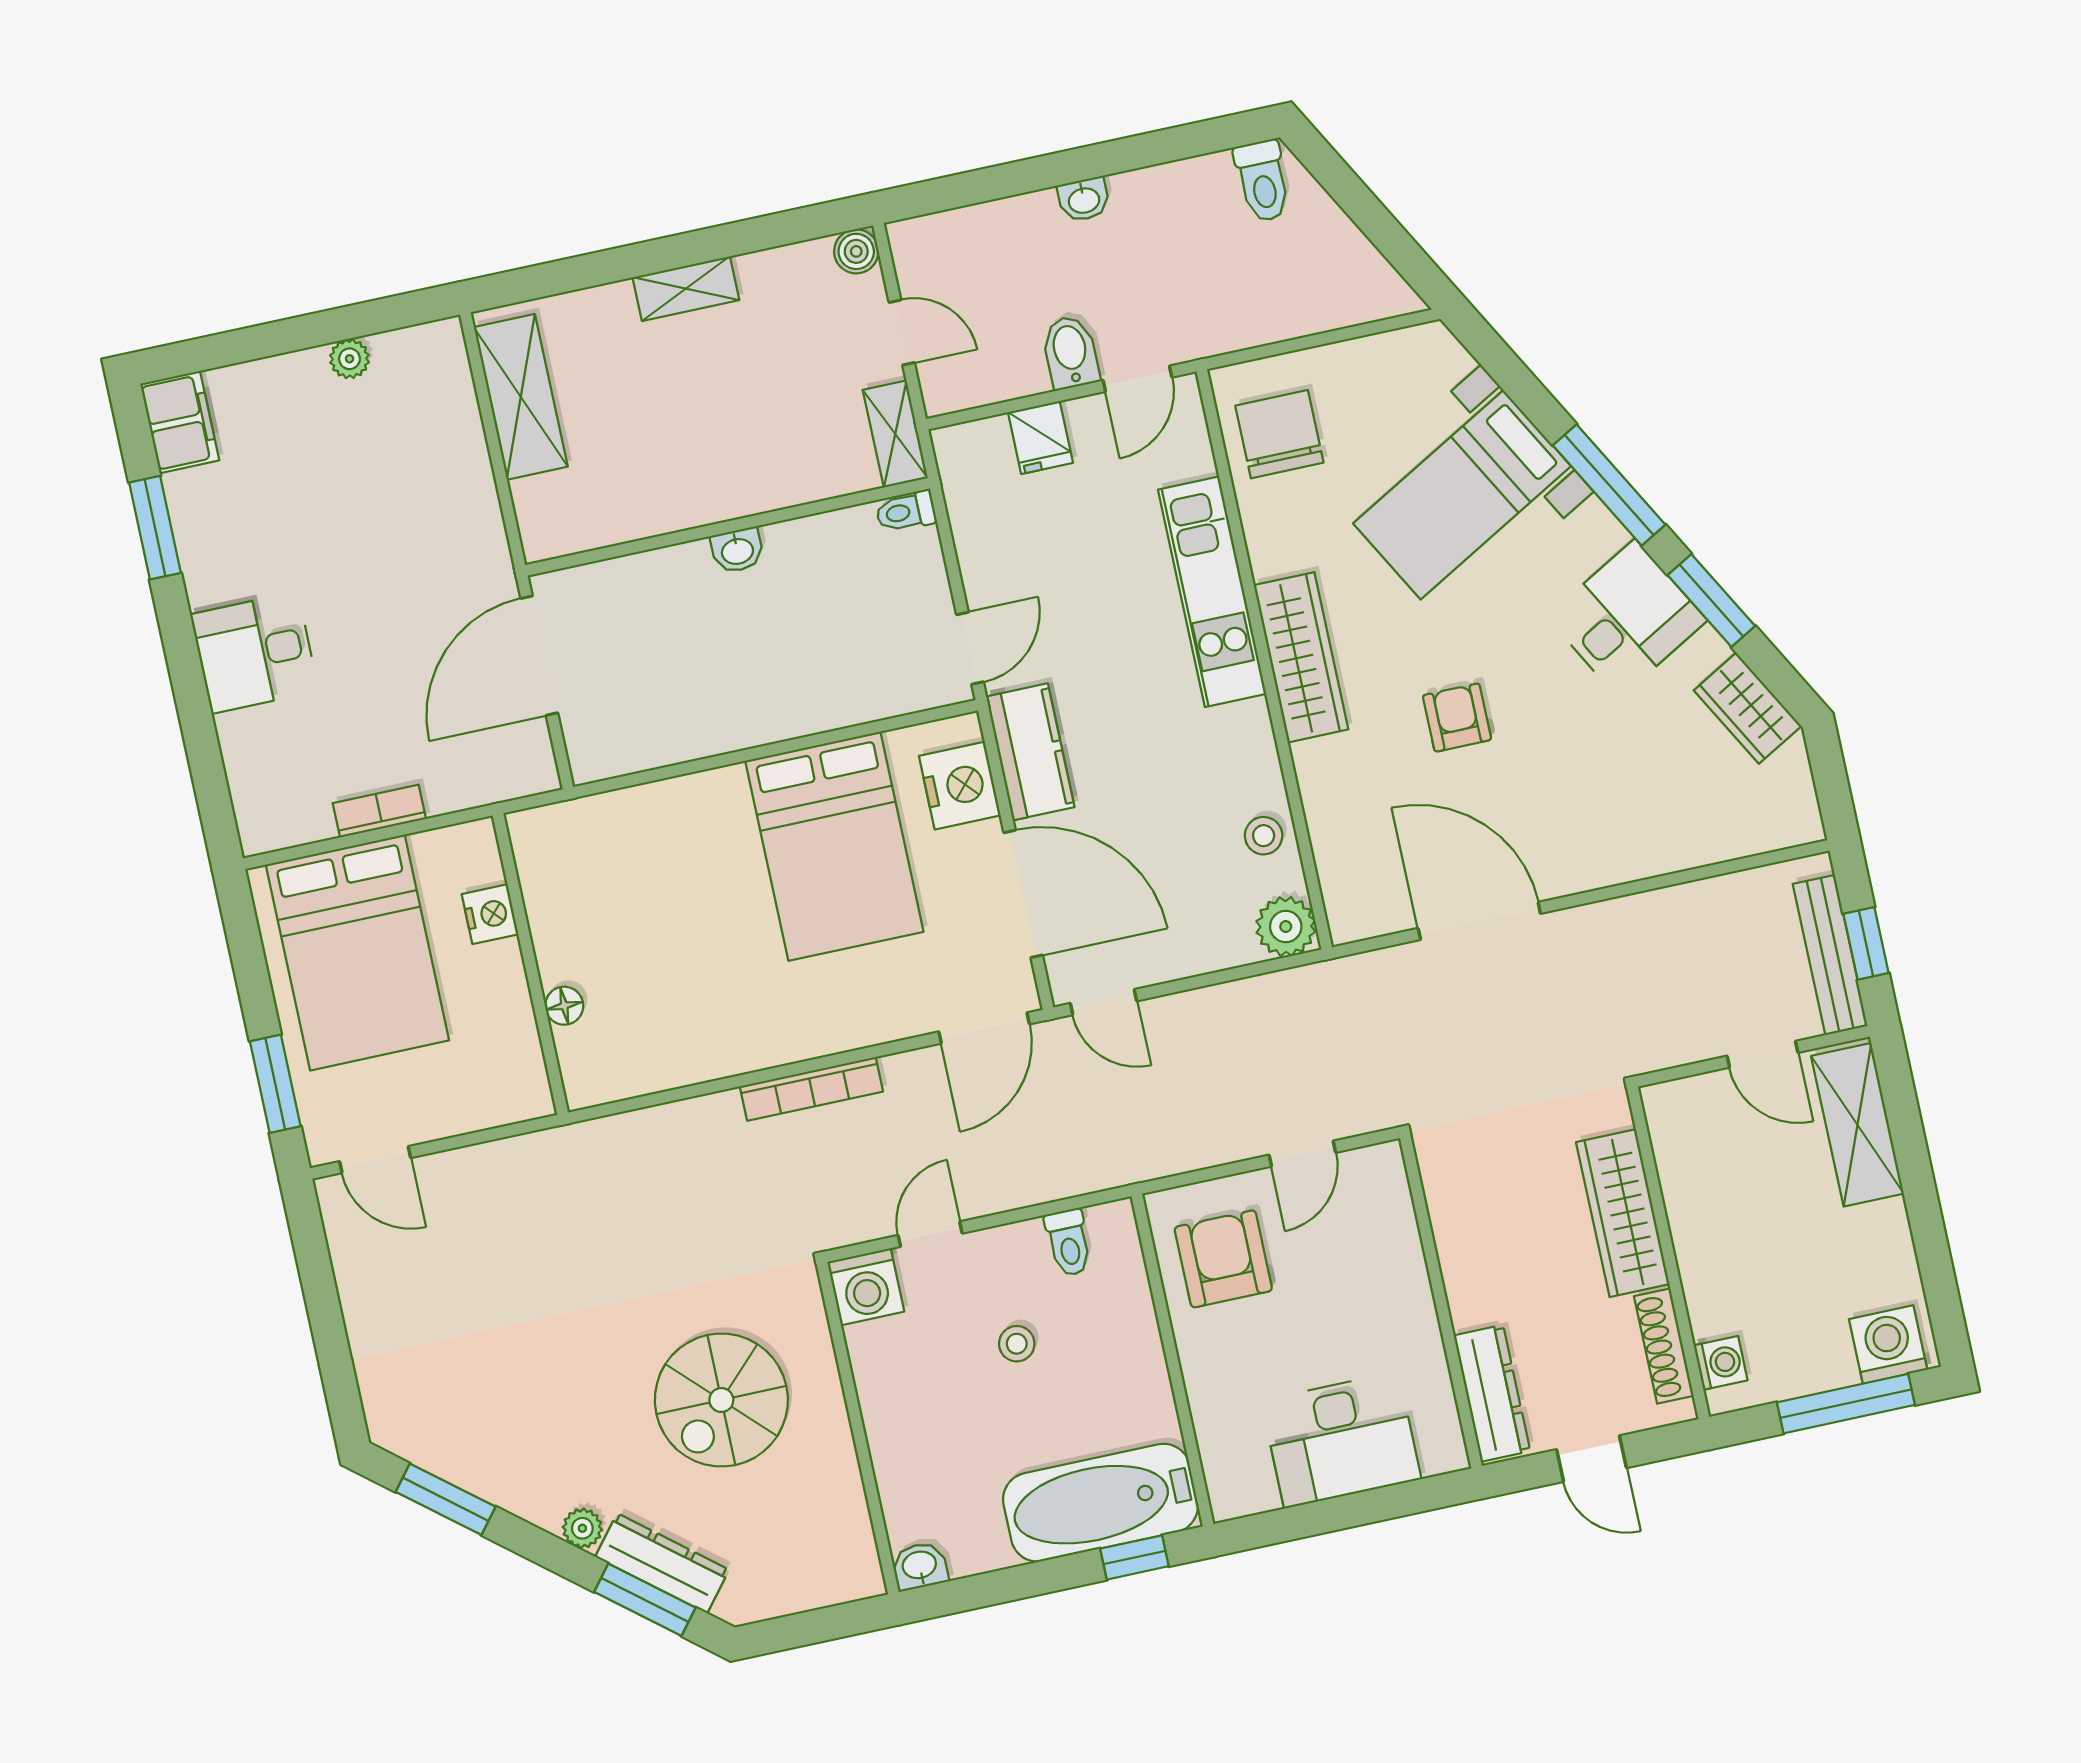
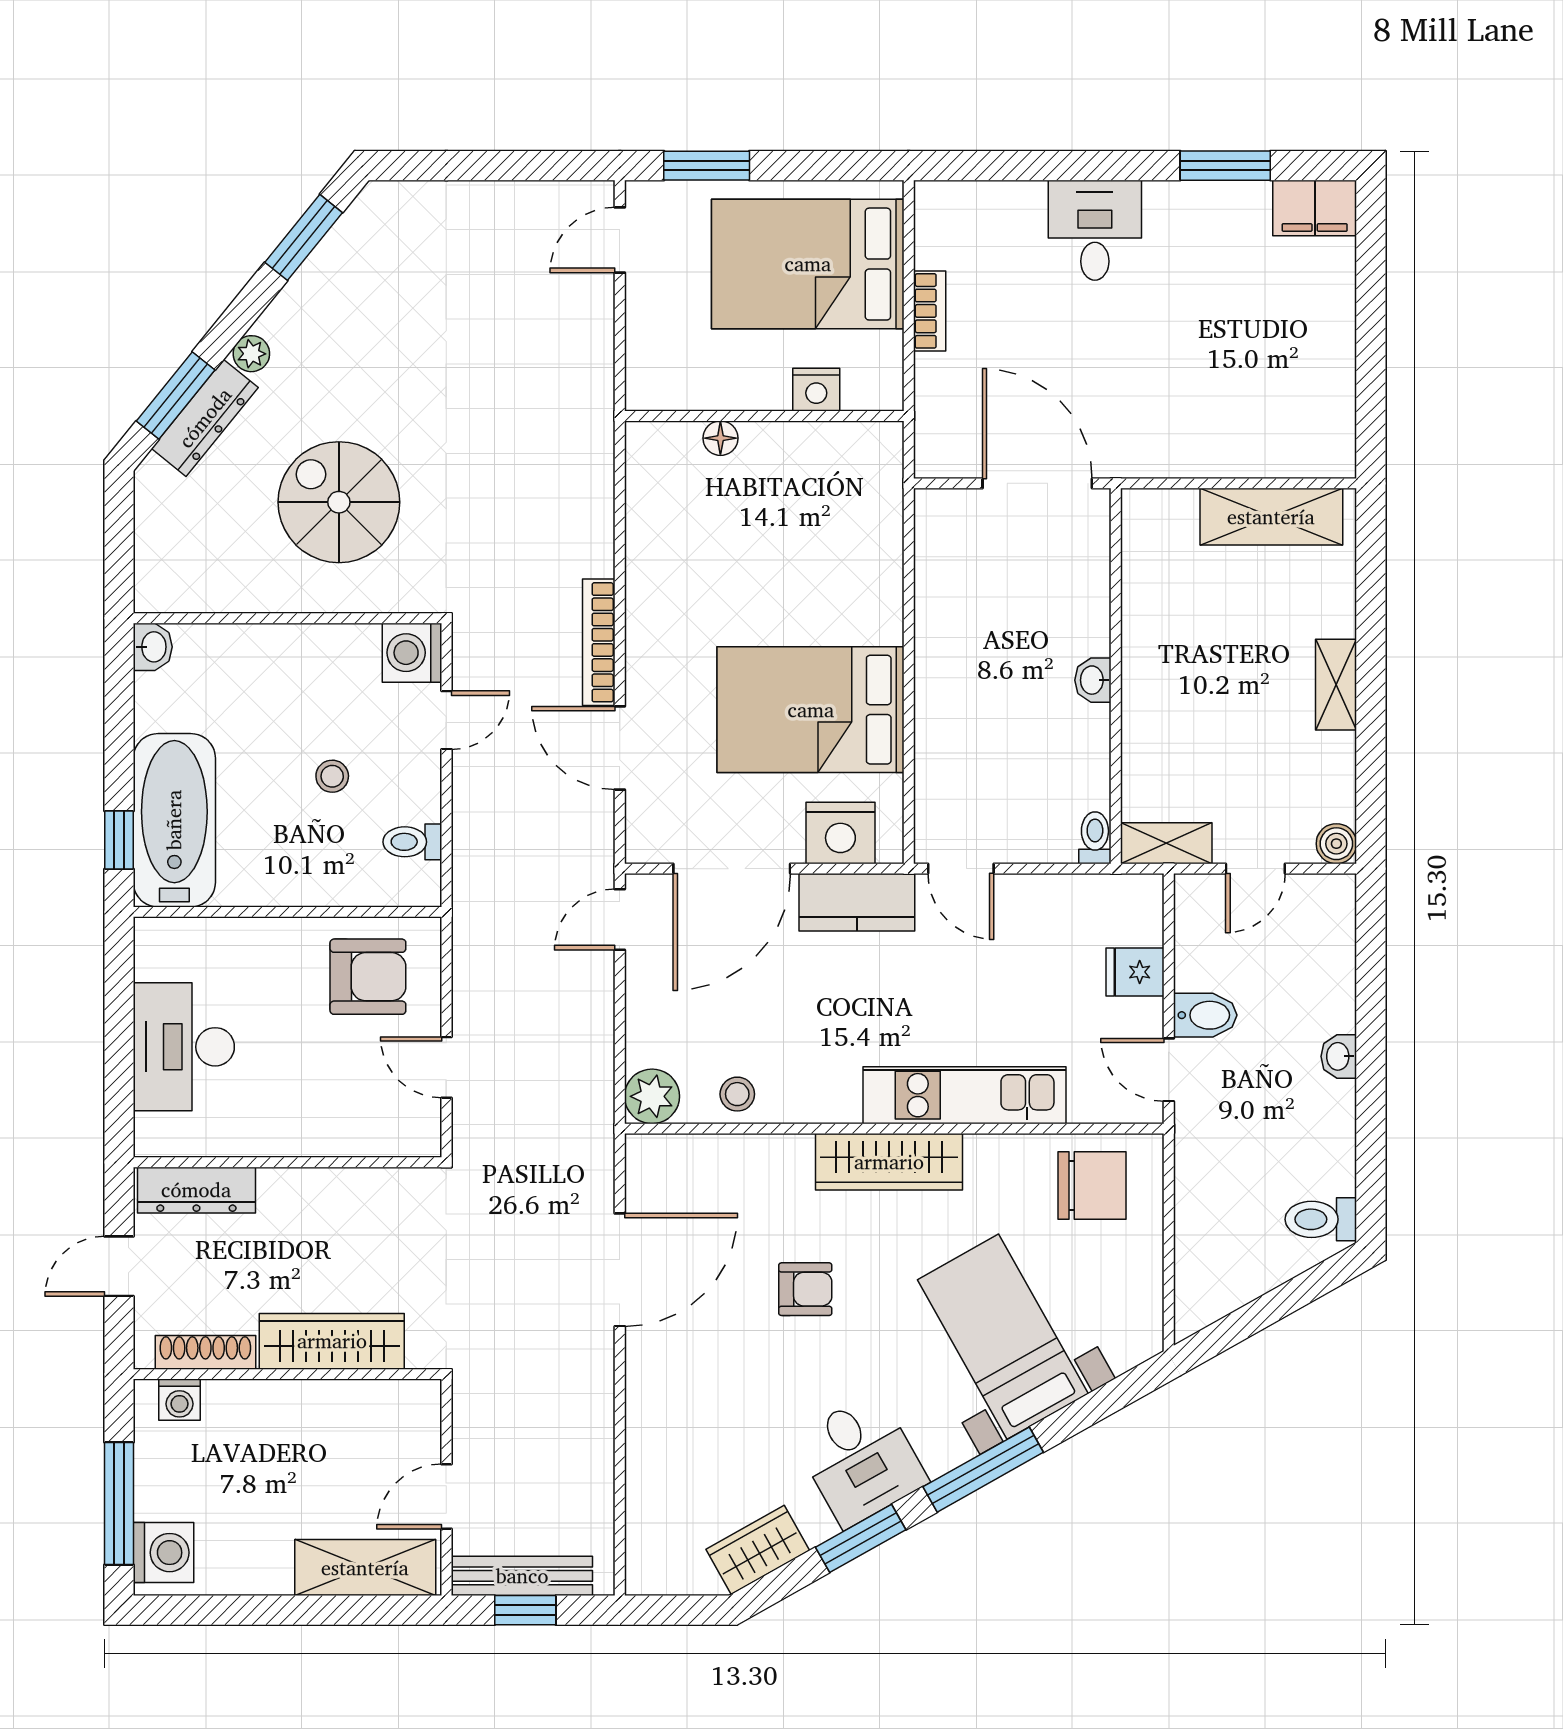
plant: (350, 359) -> (1338, 371), removed
door: (984, 1028) -> (620, 748), moved
door: (930, 1234) -> (446, 720), hinge flipped

